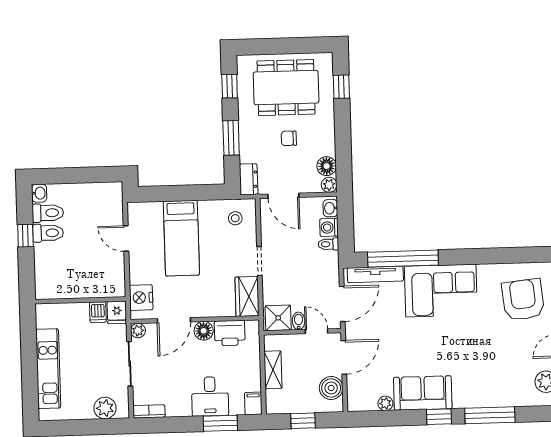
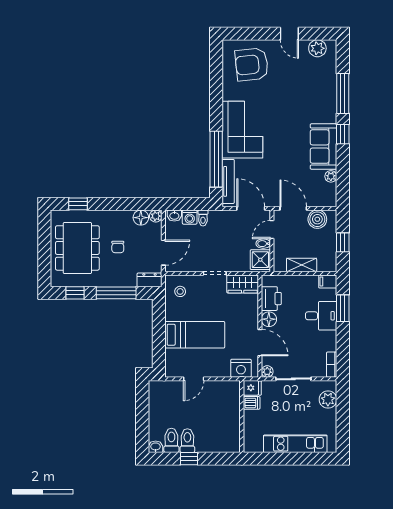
window: (231, 138) -> (116, 293), width x1.44

